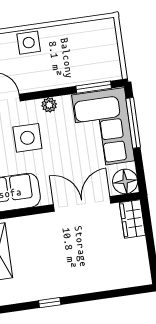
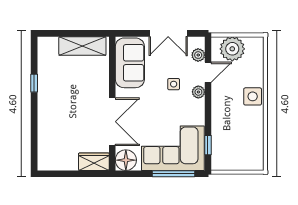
window: (94, 87) -> (208, 145), width x0.67
plant: (49, 105) -> (198, 92), moved
side table: (27, 138) -> (174, 84), width x0.54, depth x0.54

